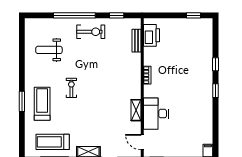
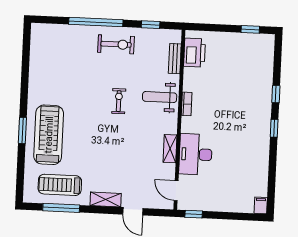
weight bench: (49, 50) -> (160, 97), moved
exercise bike: (71, 88) -> (119, 101), moved
treadmill: (42, 104) -> (49, 135), width x1.37, depth x1.38

